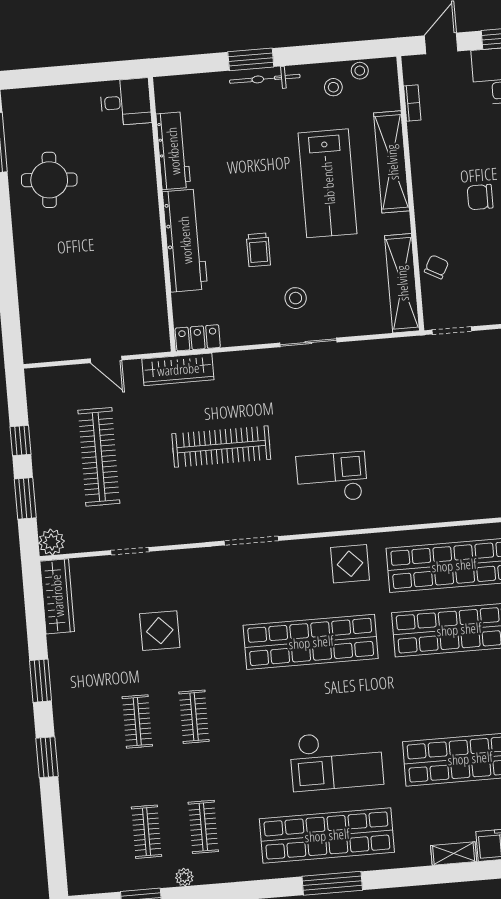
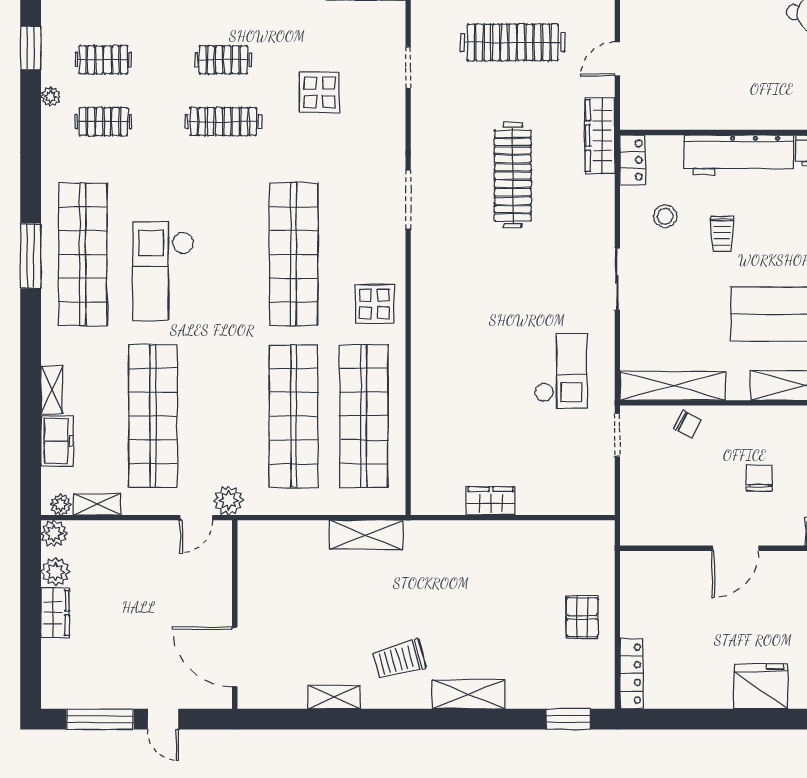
trolley: (258, 250) -> (722, 233), turned -90
stool: (296, 298) -> (665, 216), moved
checkout: (332, 478) -> (561, 371), moved
clothes rail: (194, 717) -> (223, 122), width x1.36

